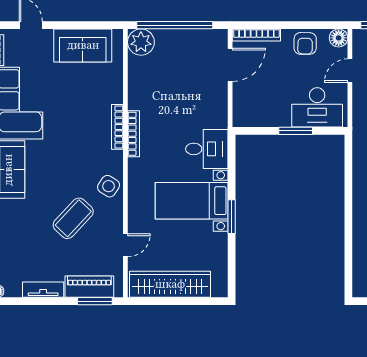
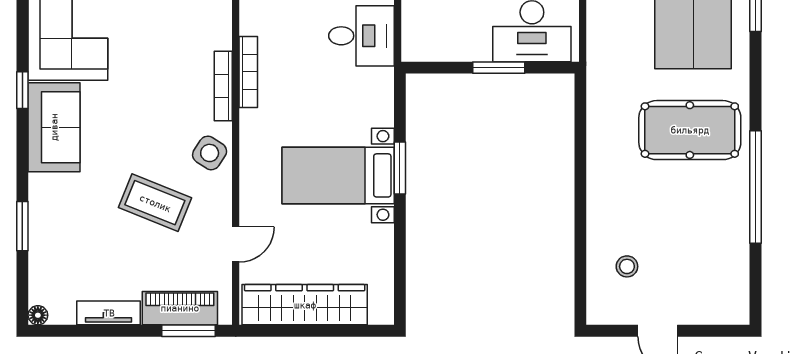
bookcase: (117, 127) -> (223, 86), moved
desk: (207, 149) -> (361, 36), moved
window: (232, 217) -> (400, 168), moved
coffee table: (73, 218) -> (155, 203), turned 69

